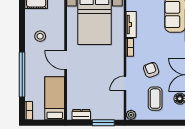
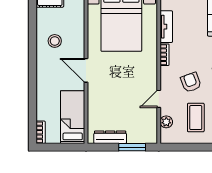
window: (22, 75) -> (33, 88), removed
dresser: (81, 115) -> (110, 137), width x1.44
plant: (131, 115) -> (166, 122), moved

